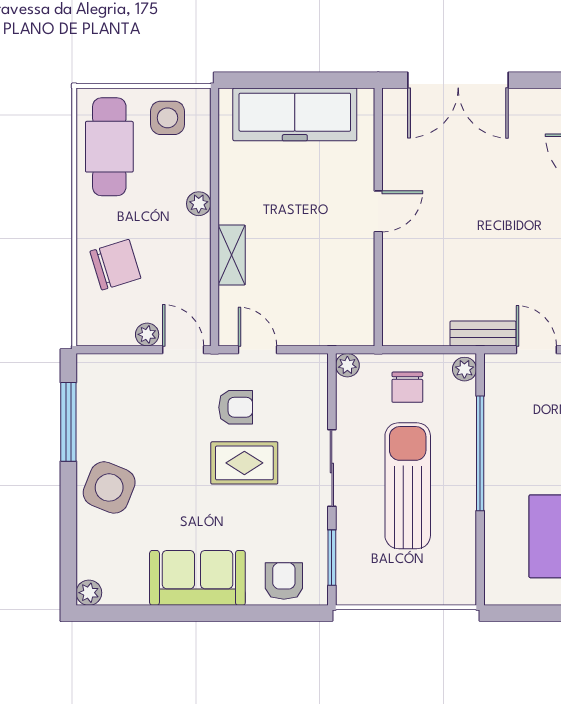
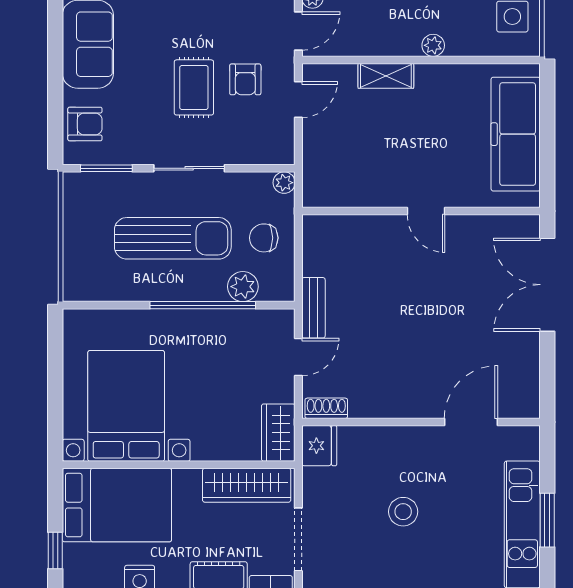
plant: (464, 369) -> (243, 287), moved, width x1.38, depth x1.38

